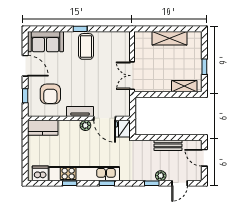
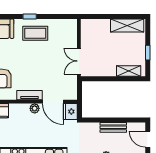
shelving: (169, 38) -> (127, 25), moved
coffee table: (86, 46) -> (35, 33), turned 90

